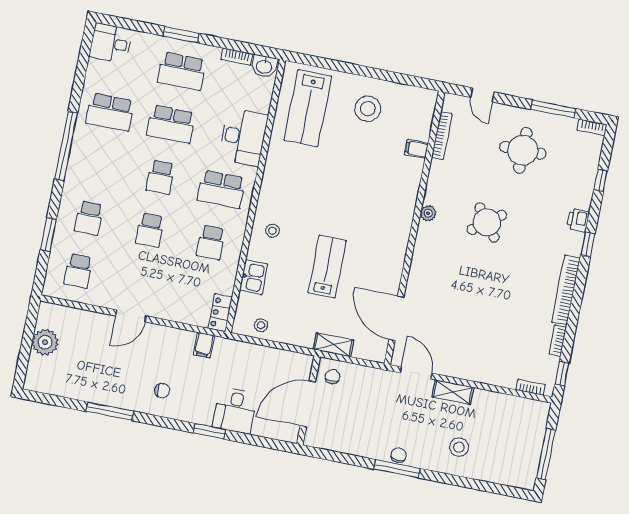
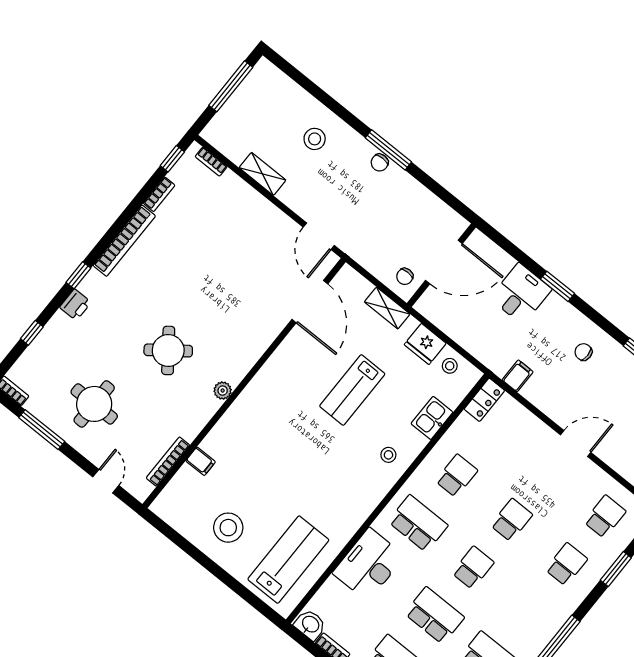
fridge: (289, 332) -> (425, 344), added
shelving: (453, 392) -> (262, 174), moved

